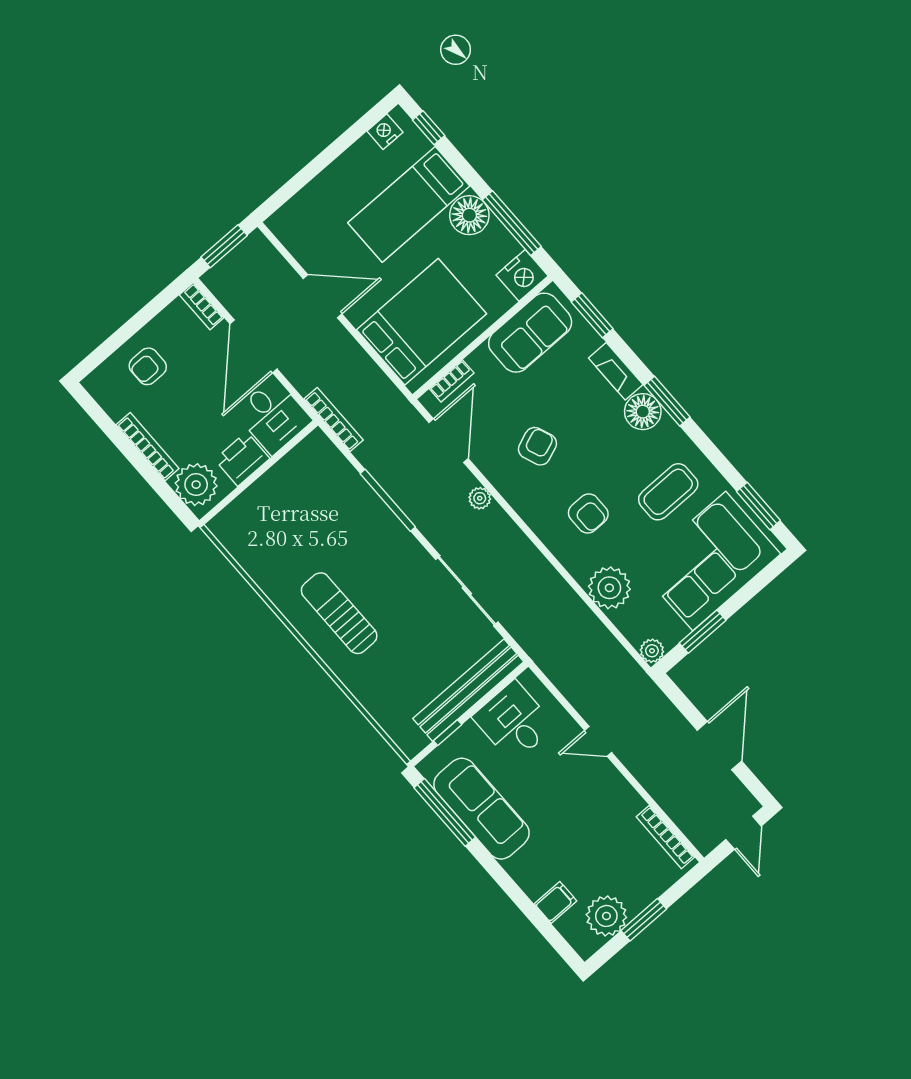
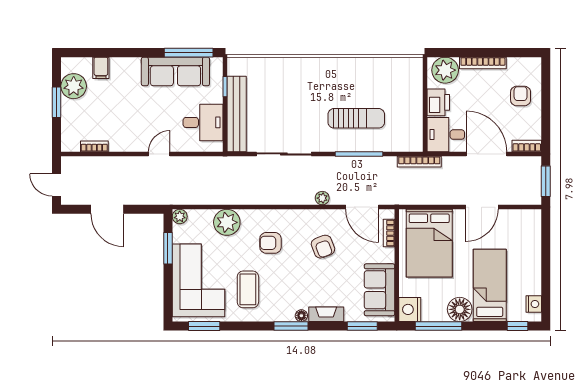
floor lamp: (643, 412) -> (301, 316), width x0.53, depth x0.53
sun lounger: (339, 613) -> (356, 118), moved
bookcase: (665, 837) -> (94, 146), width x0.64

